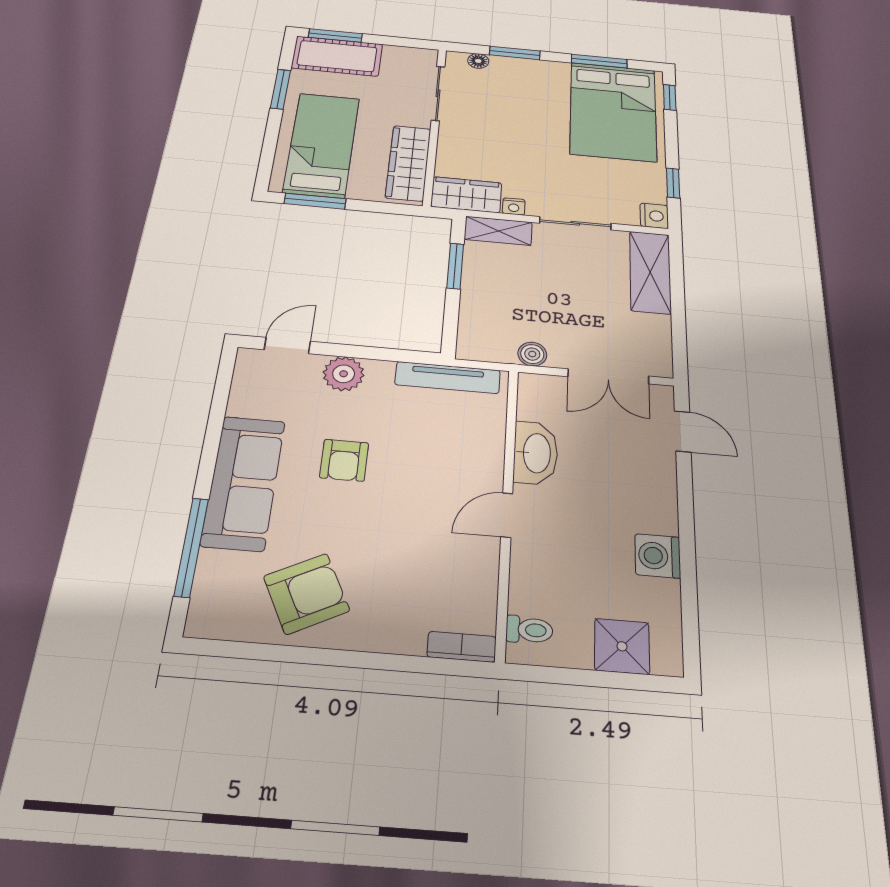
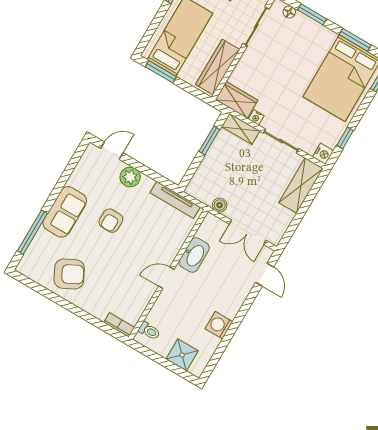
sofa: (244, 482) -> (65, 212), width x0.73

